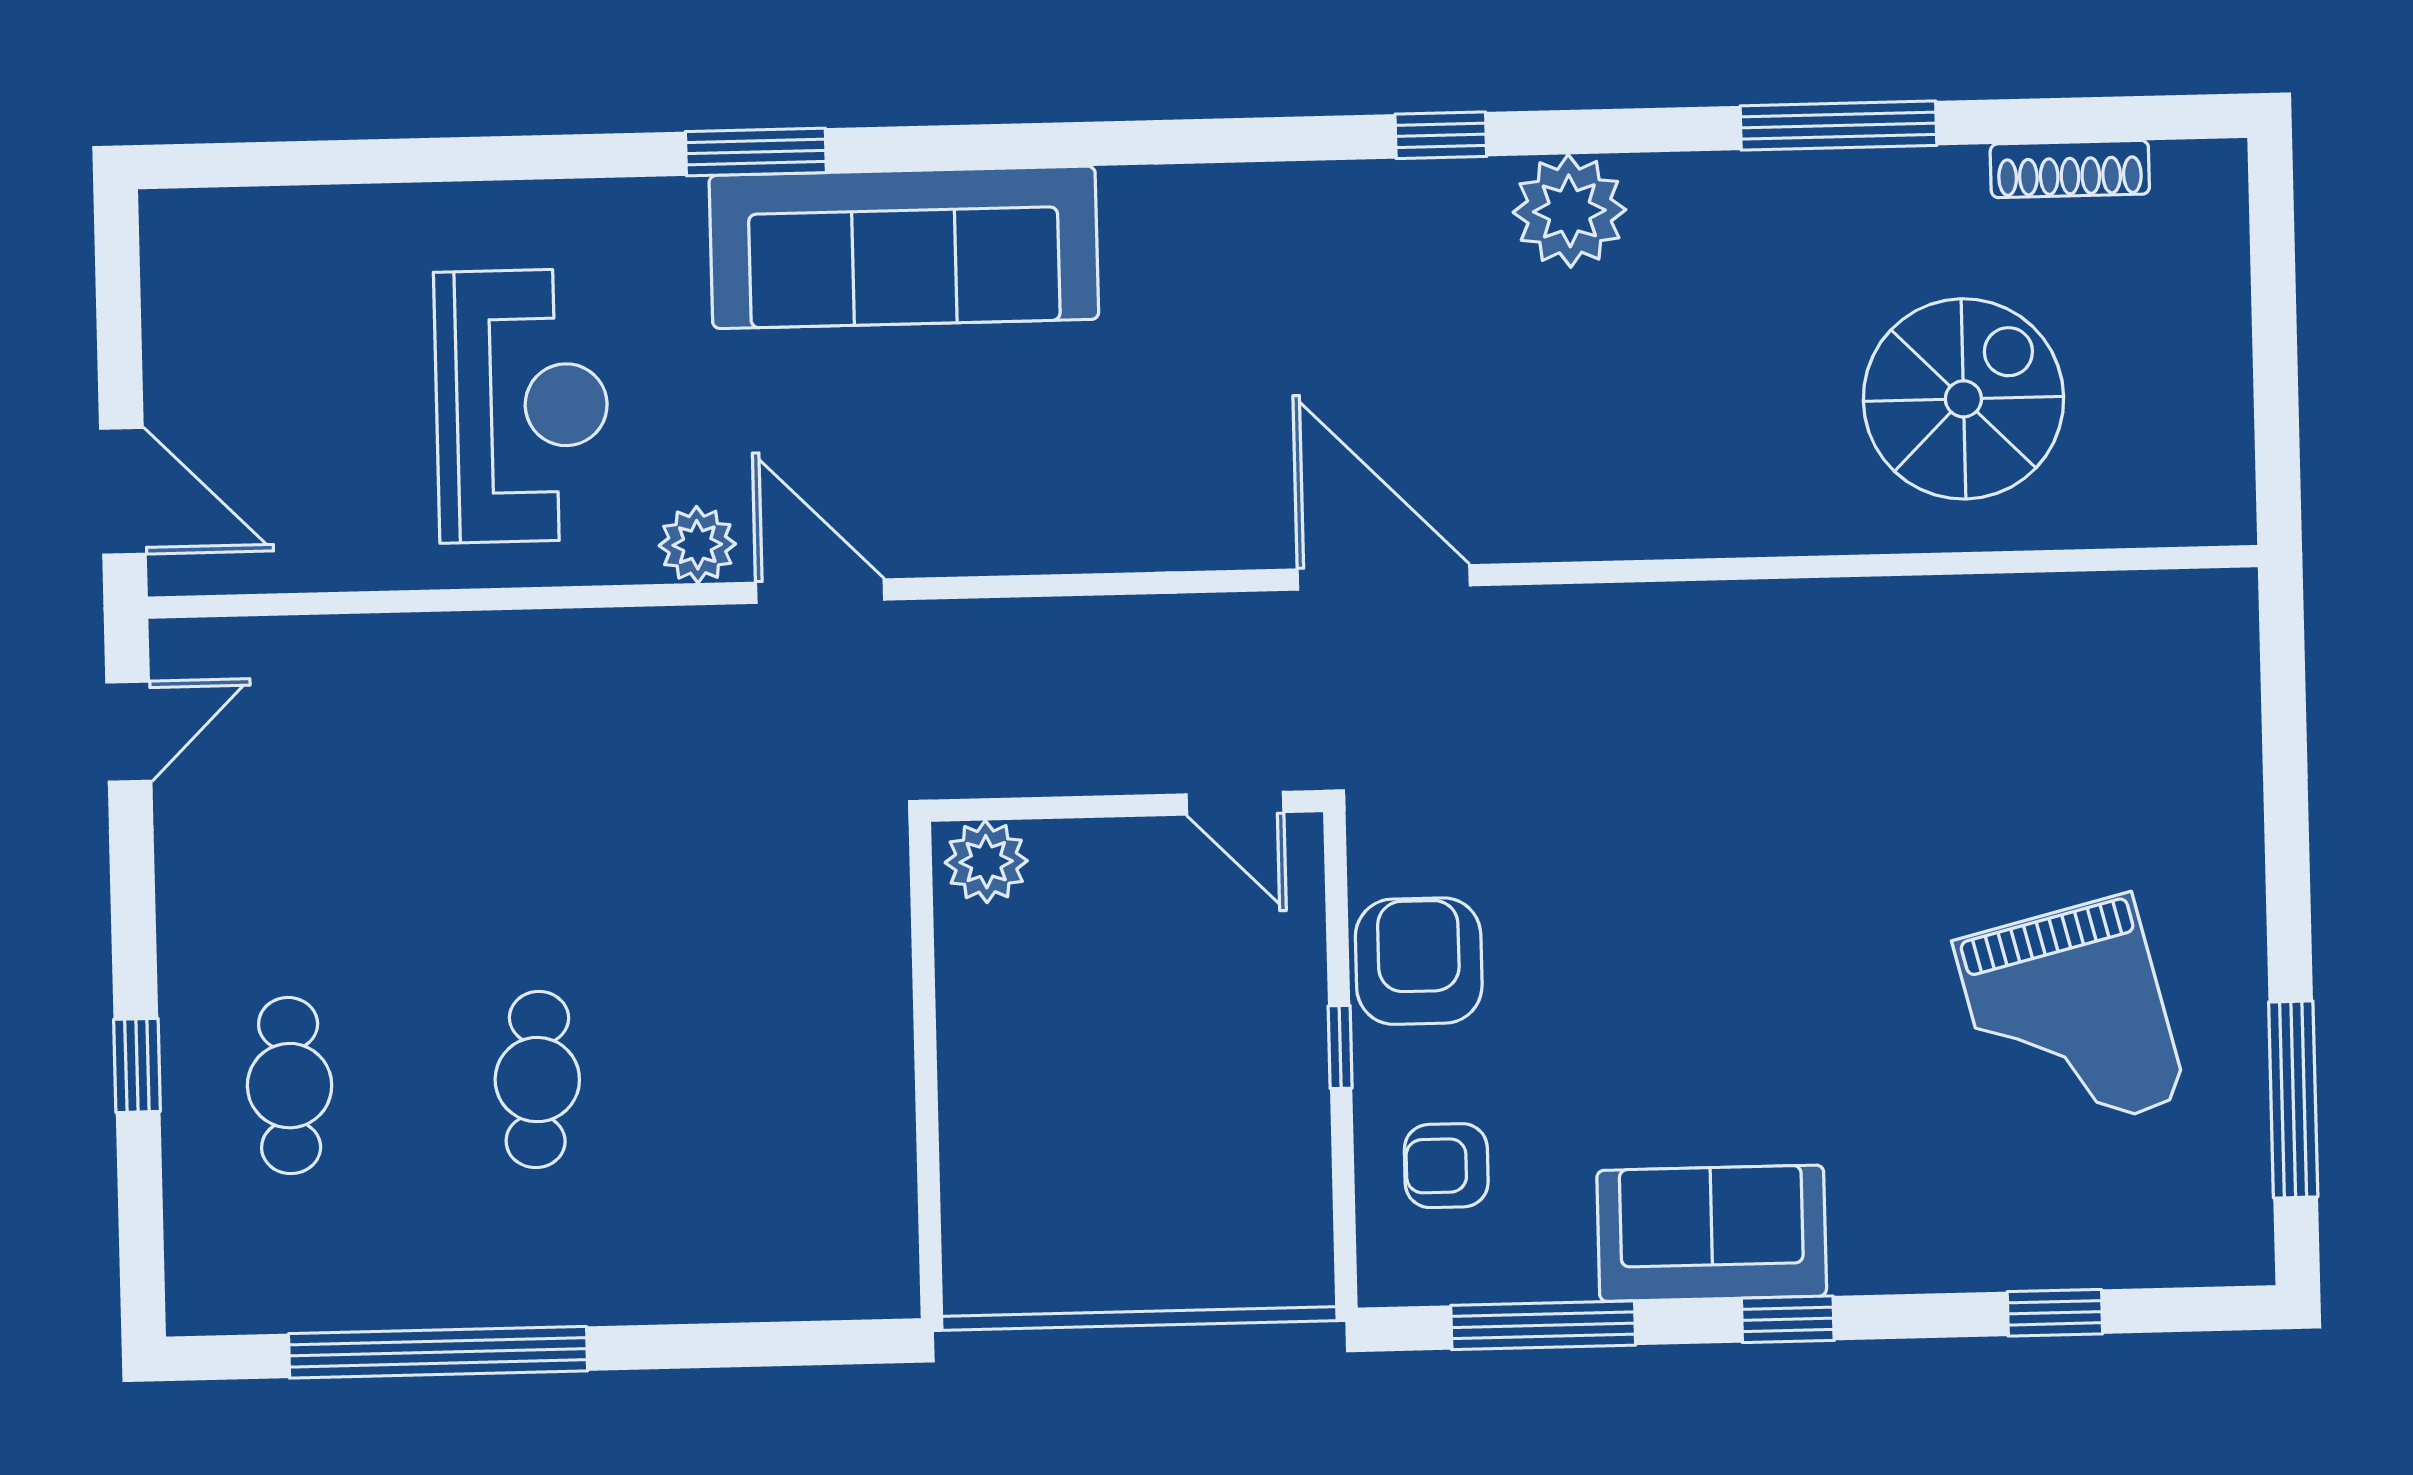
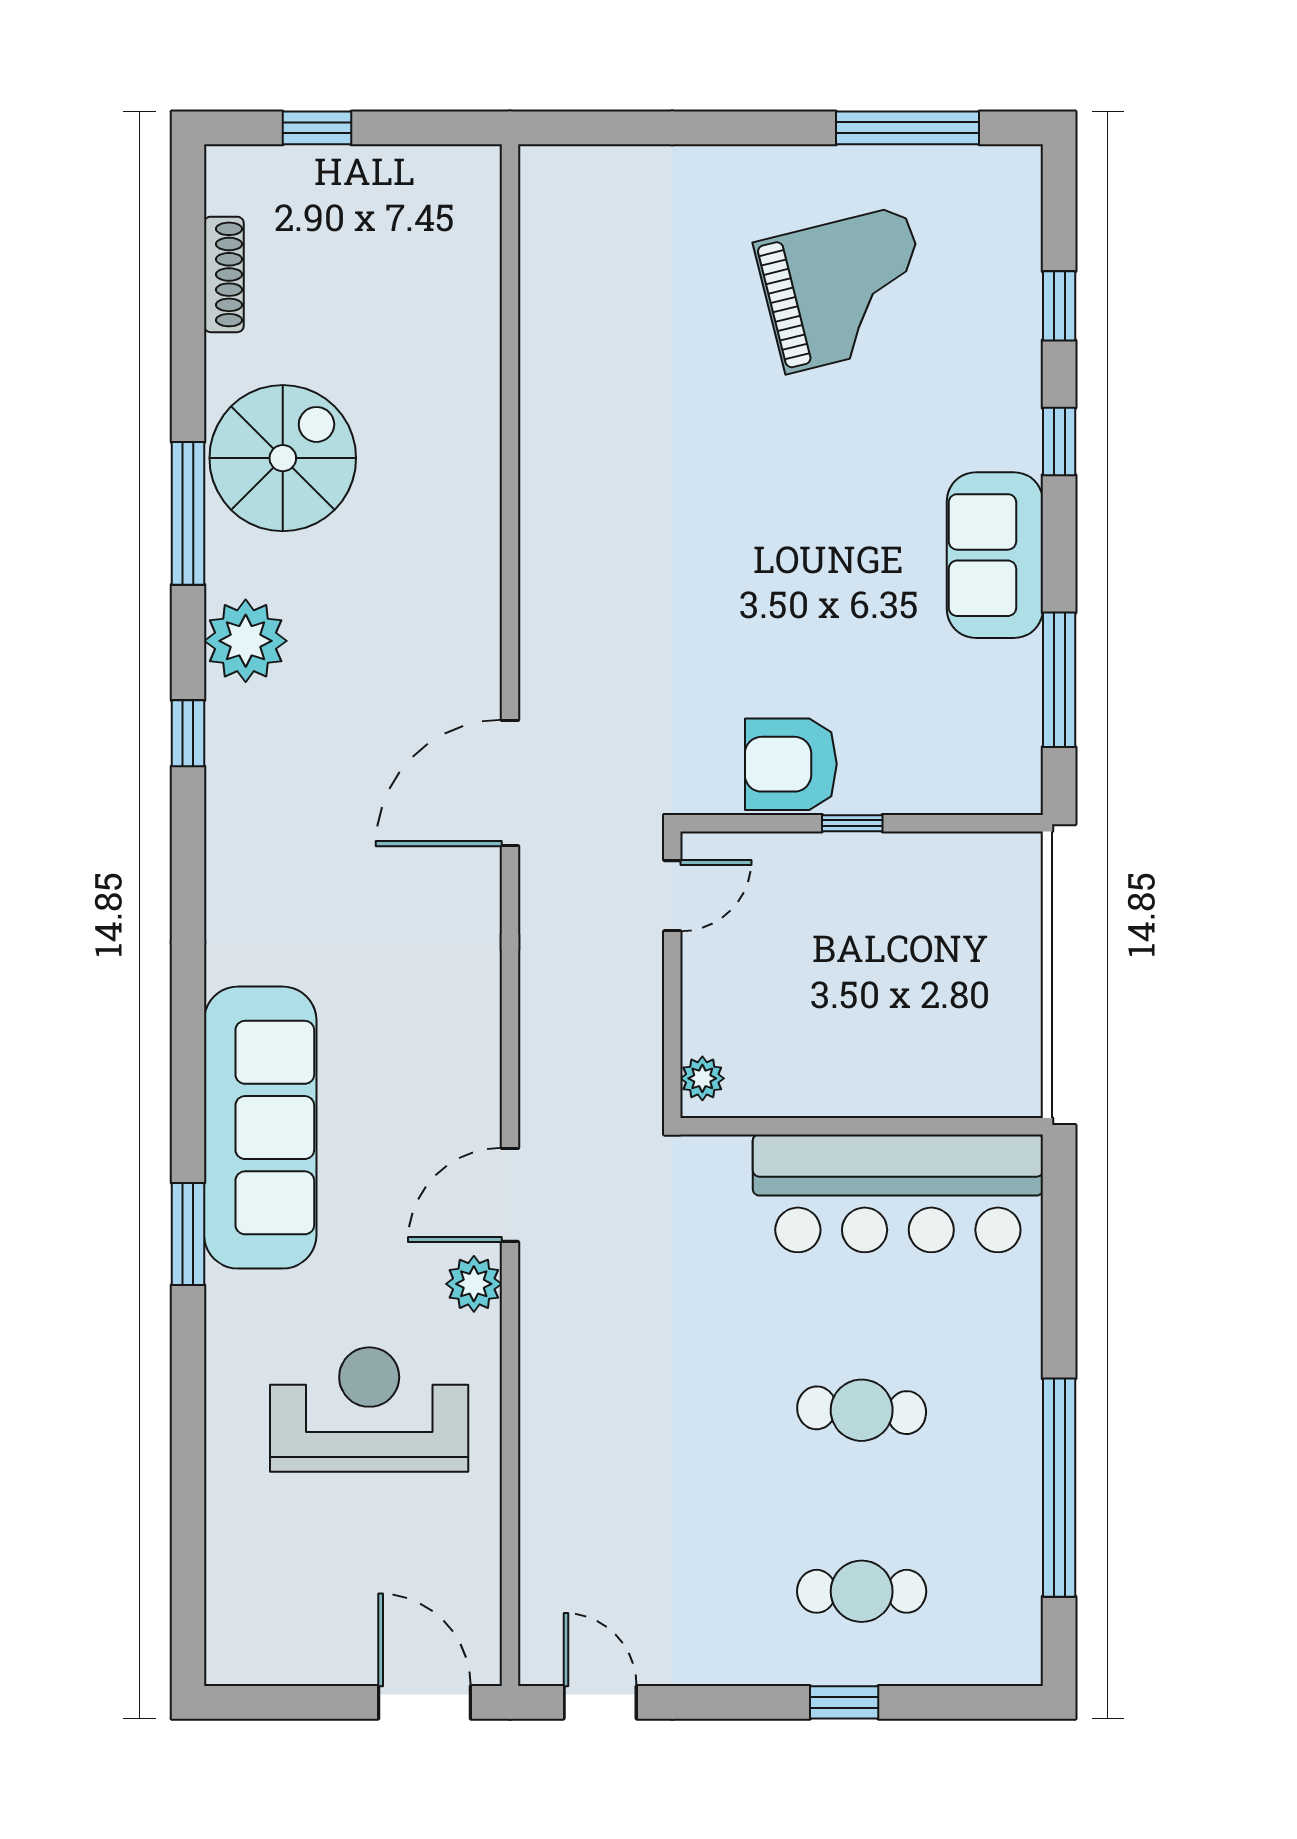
window: (1838, 126) -> (188, 513), moved
window: (2273, 292) -> (317, 128), added
spiral stairs: (1963, 399) -> (283, 458), moved, turned 90
door: (123, 491) -> (424, 1702), hinge flipped
plant: (986, 862) -> (702, 1078), width x0.73, depth x0.73
bar counter: (835, 1122) -> (898, 1193), added
armchair: (1446, 1166) -> (941, 748), removed
window: (1788, 1319) -> (1059, 442), moved

